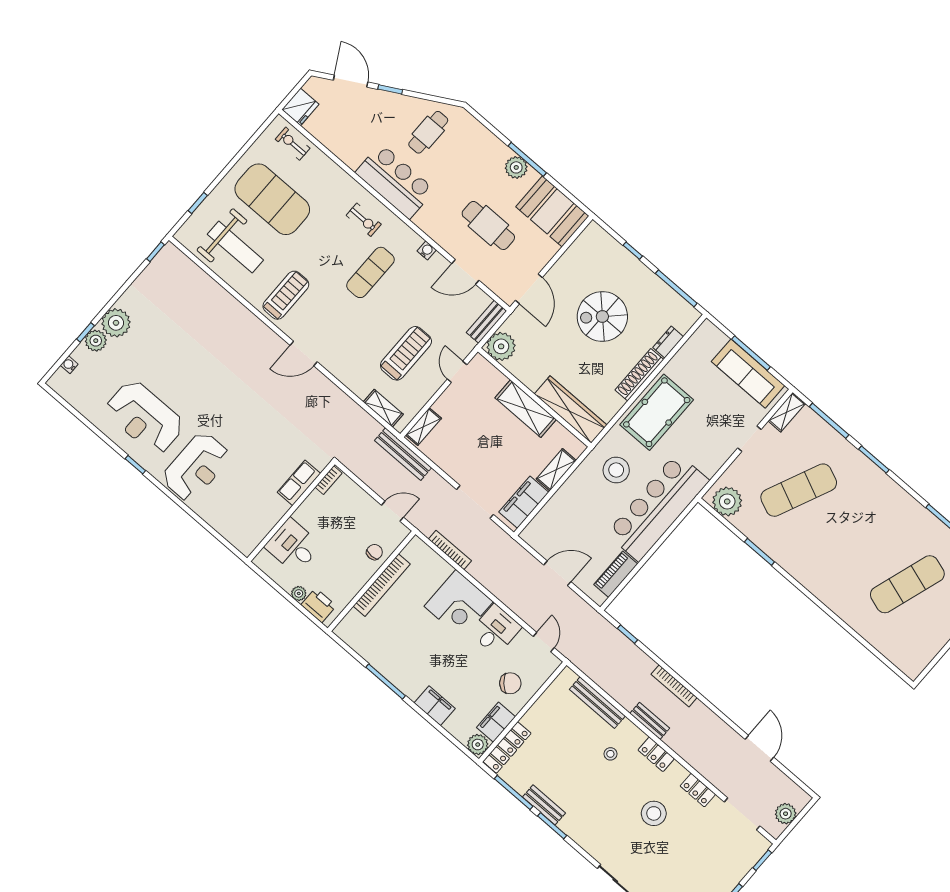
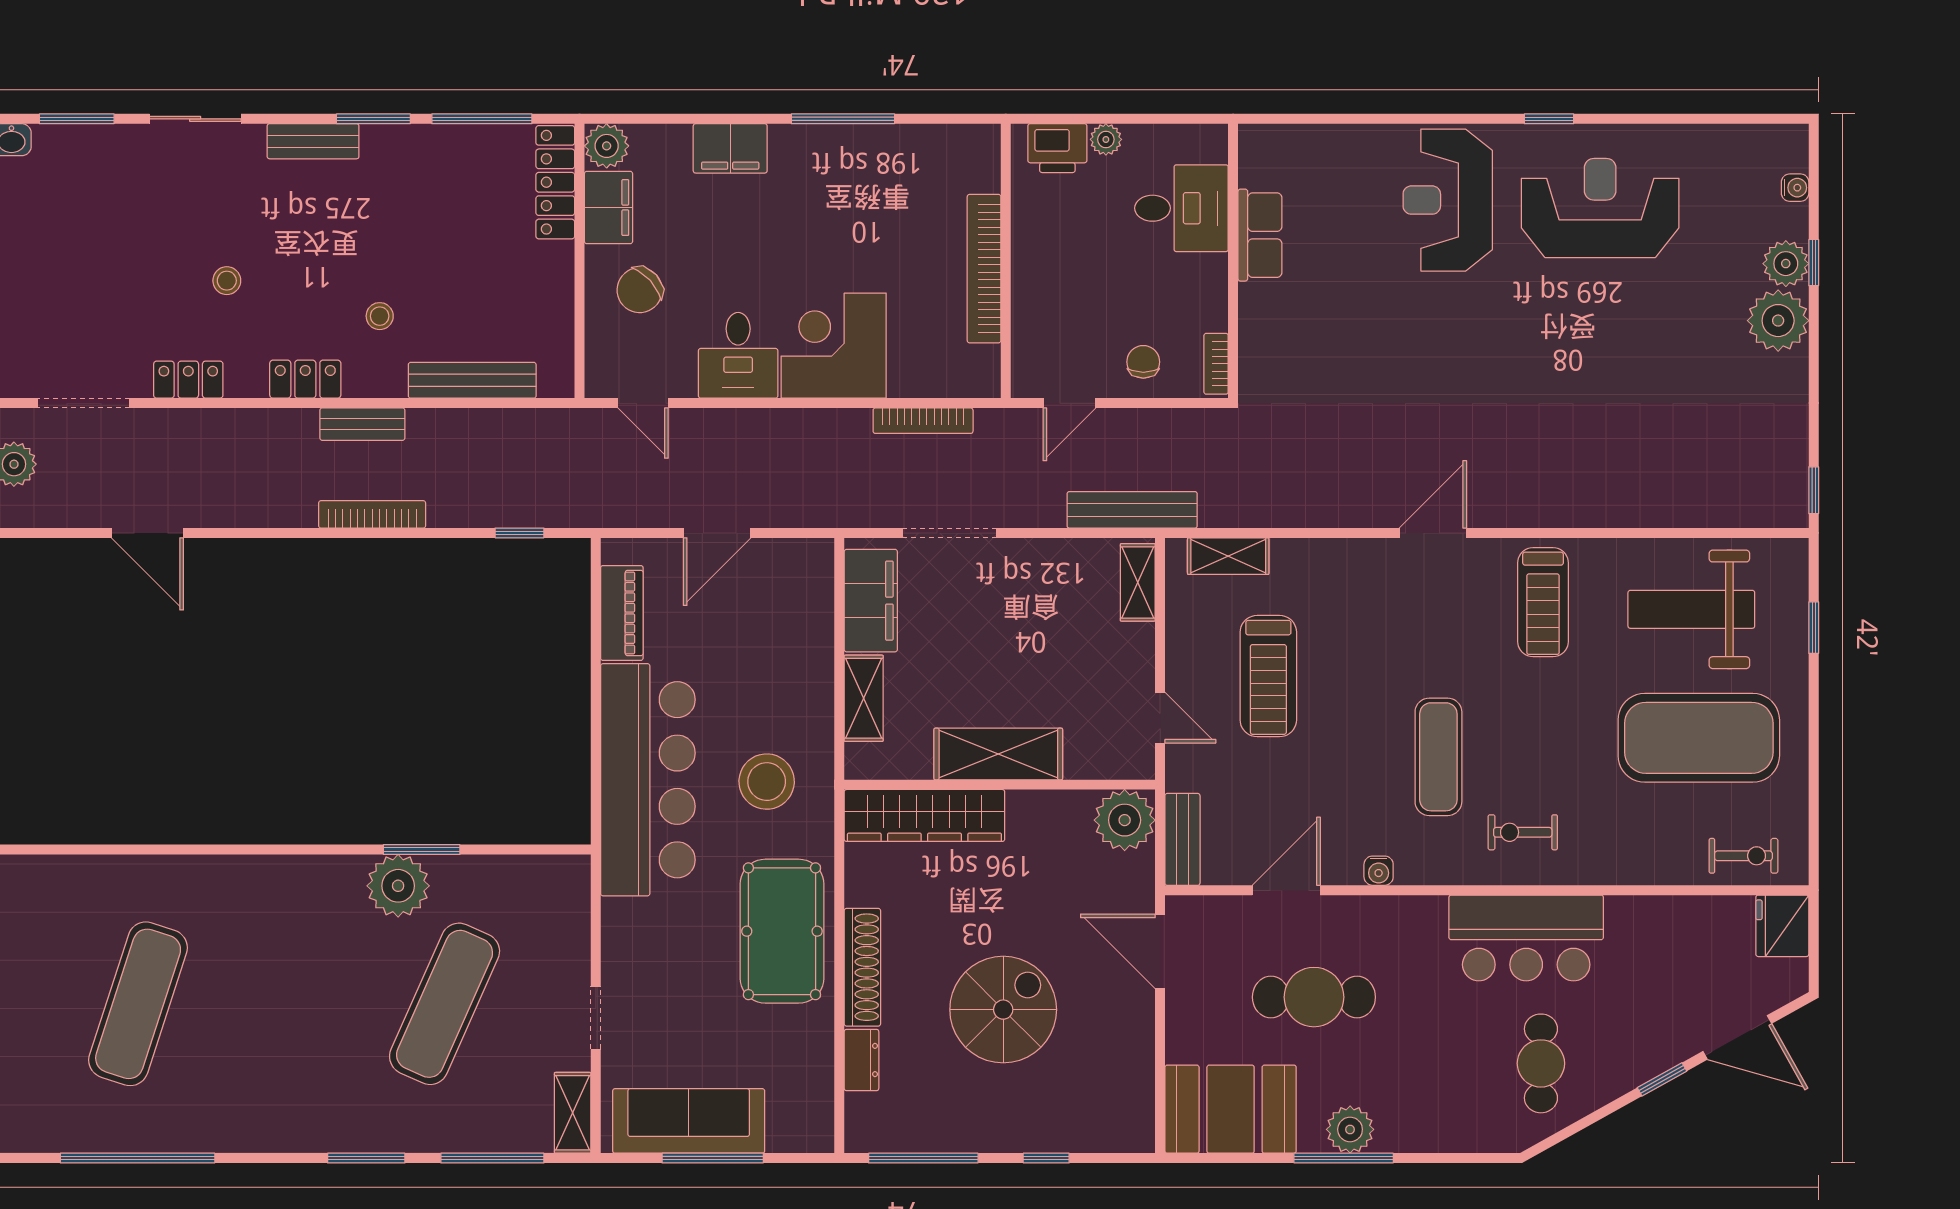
row of seats: (299, 483) -> (1260, 235), moved
plant: (727, 501) -> (398, 886), moved
chair: (374, 552) -> (1143, 362), moved, turned 180
bench: (544, 805) -> (313, 141), moved
stool: (654, 813) -> (227, 281), width x0.53, depth x0.53

